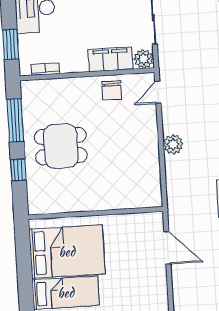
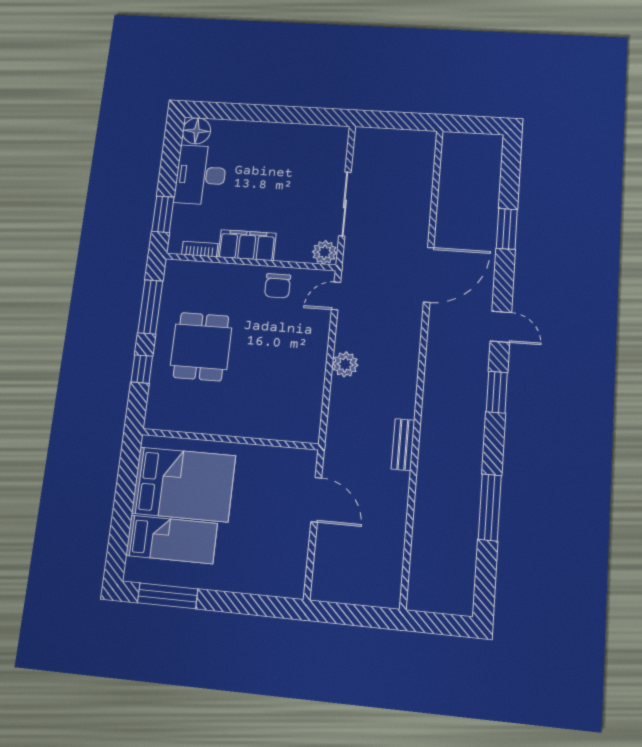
filing cabinet: (111, 59) -> (247, 245), moved
dining table: (61, 146) -> (201, 347), turned 90

